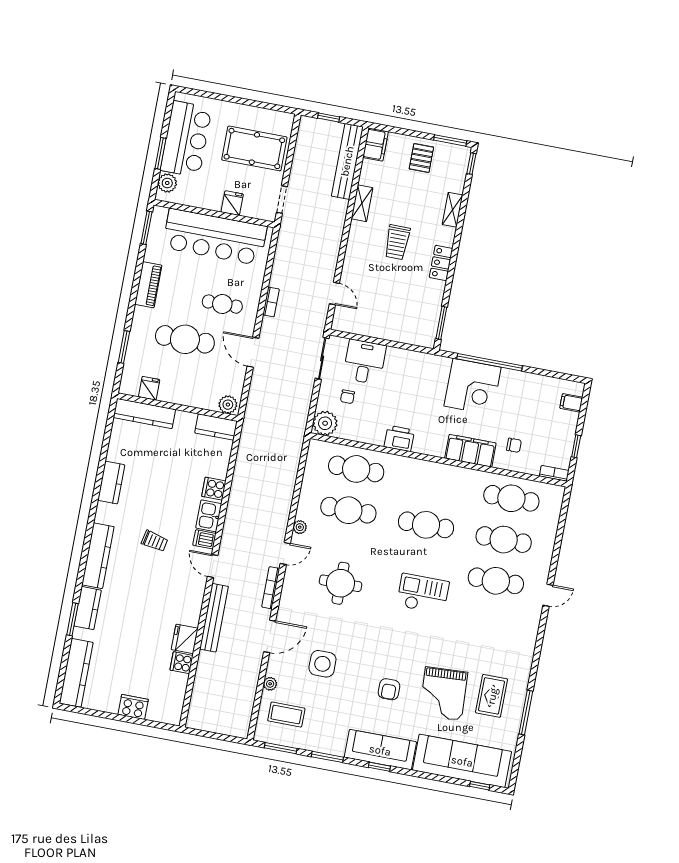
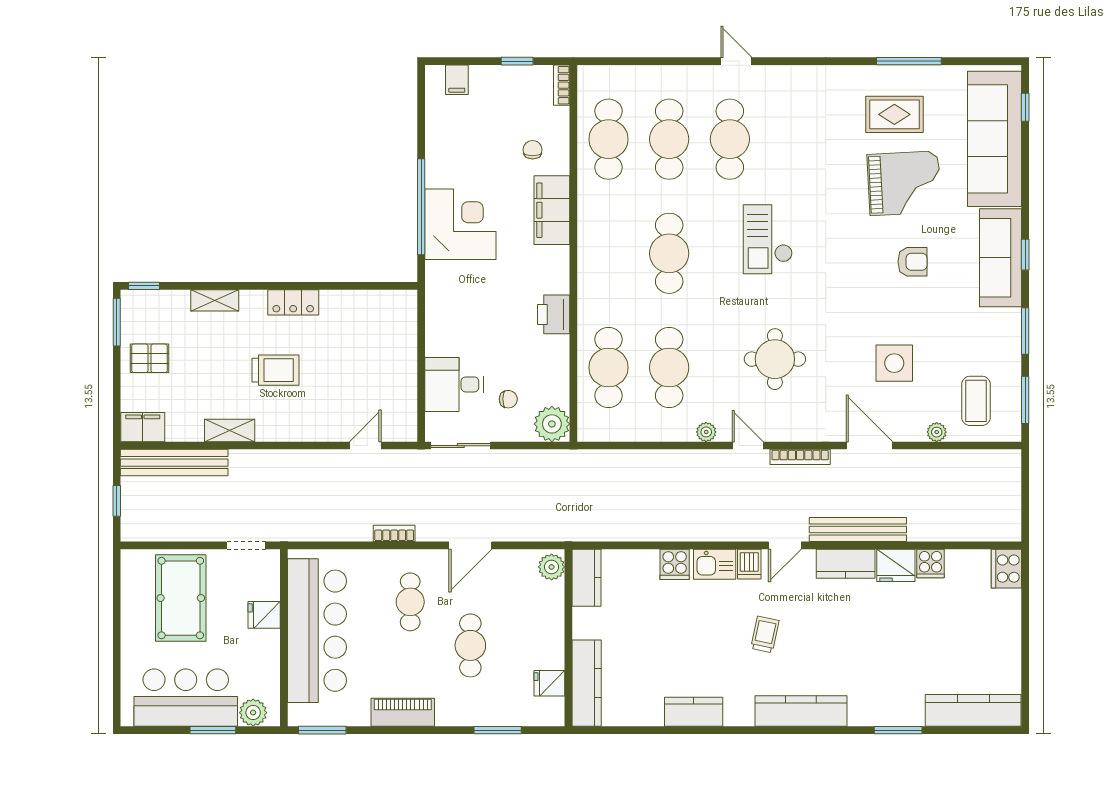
window: (441, 323) -> (378, 286), removed
cafe table: (185, 339) -> (470, 645), width x0.73, depth x0.74
kitchen counter: (88, 608) -> (846, 564), moved, turned 180
cooker: (133, 707) -> (1006, 569), moved

